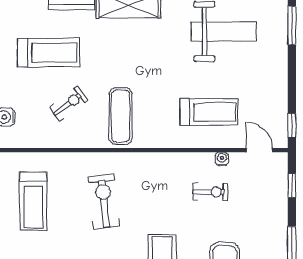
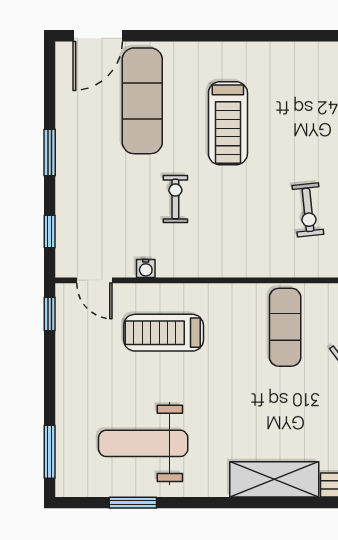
exercise bike: (210, 192) -> (175, 199), moved, turned 90
exercise bike: (104, 201) -> (308, 210), width x0.73, depth x0.72

